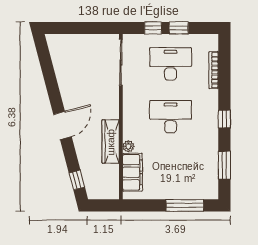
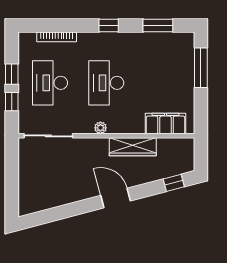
plant: (128, 146) -> (100, 128), moved

